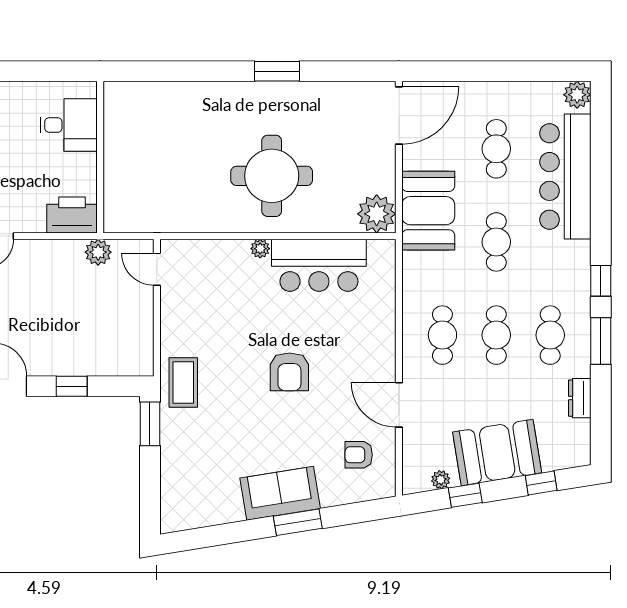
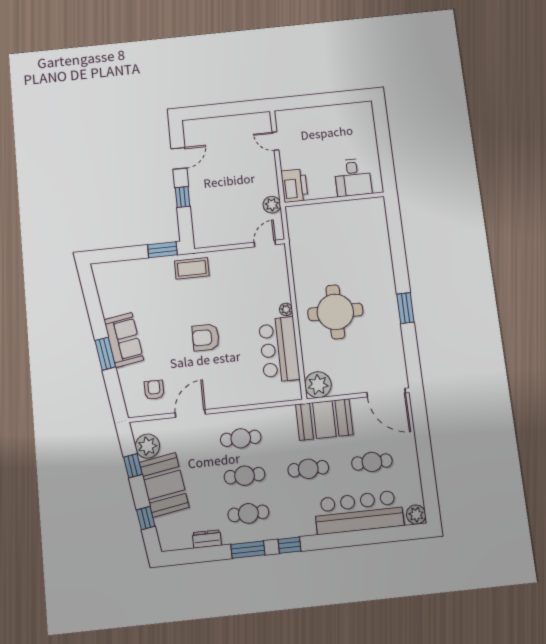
plant: (441, 480) -> (147, 446), width x1.87, depth x1.87

